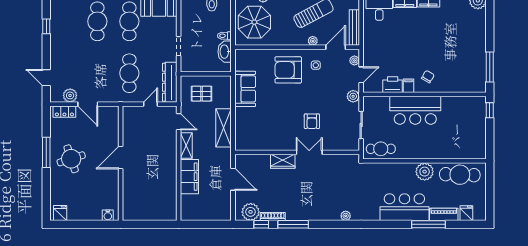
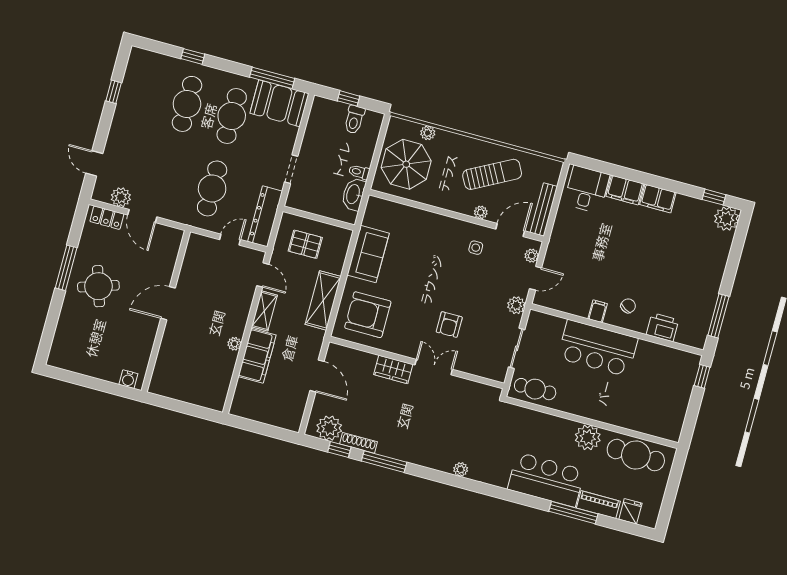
armchair: (288, 70) -> (368, 315), moved
printer: (393, 85) -> (663, 327), moved
plant: (172, 173) -> (234, 344), added
fridge: (60, 213) -> (63, 358), removed

